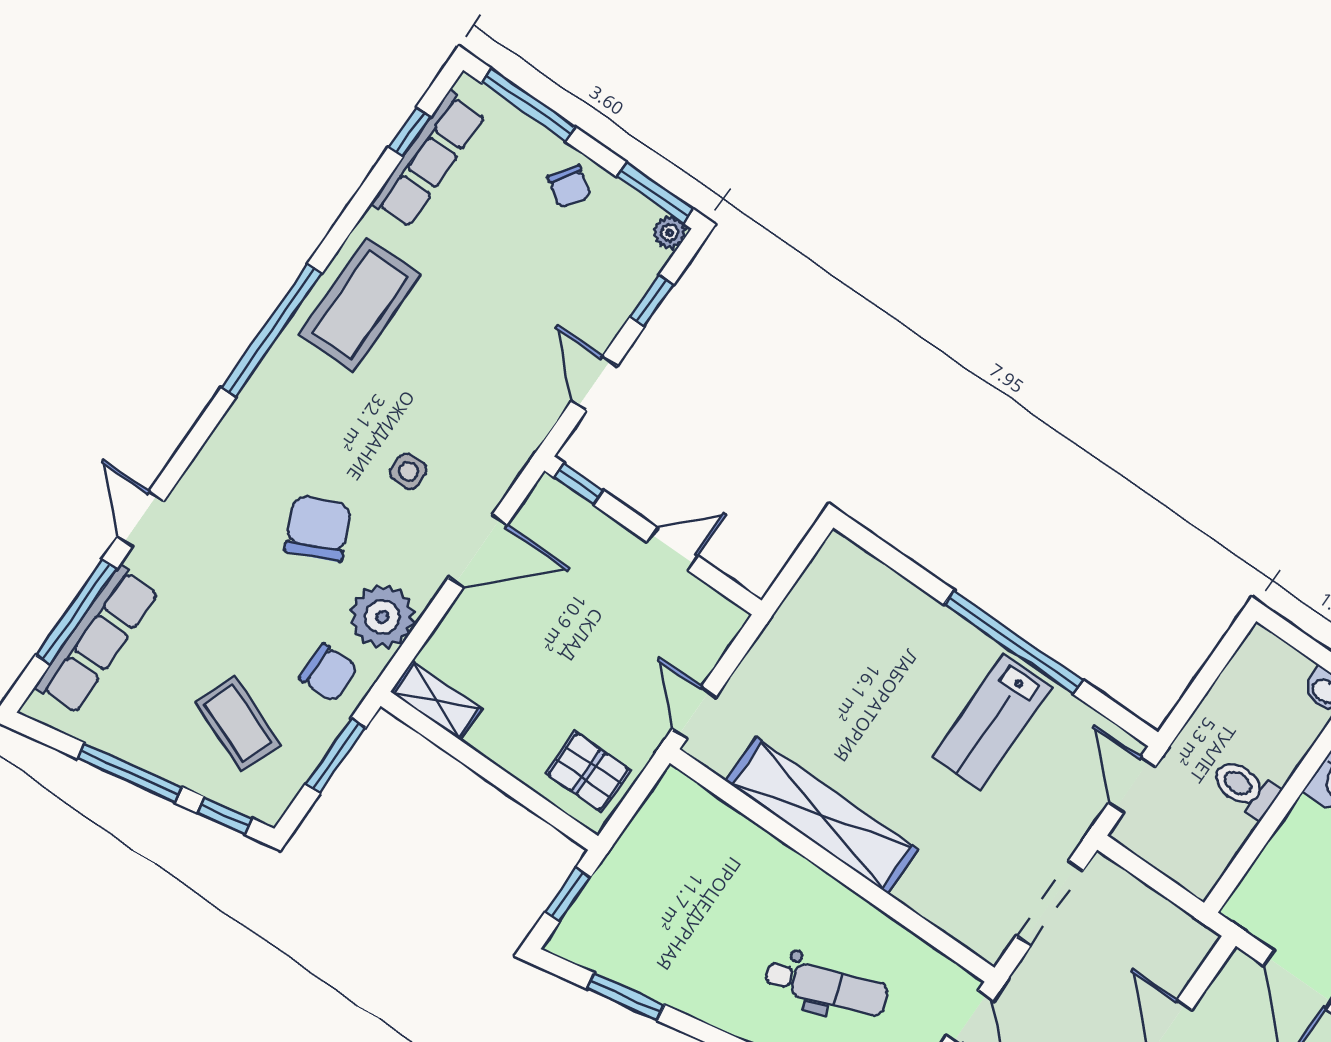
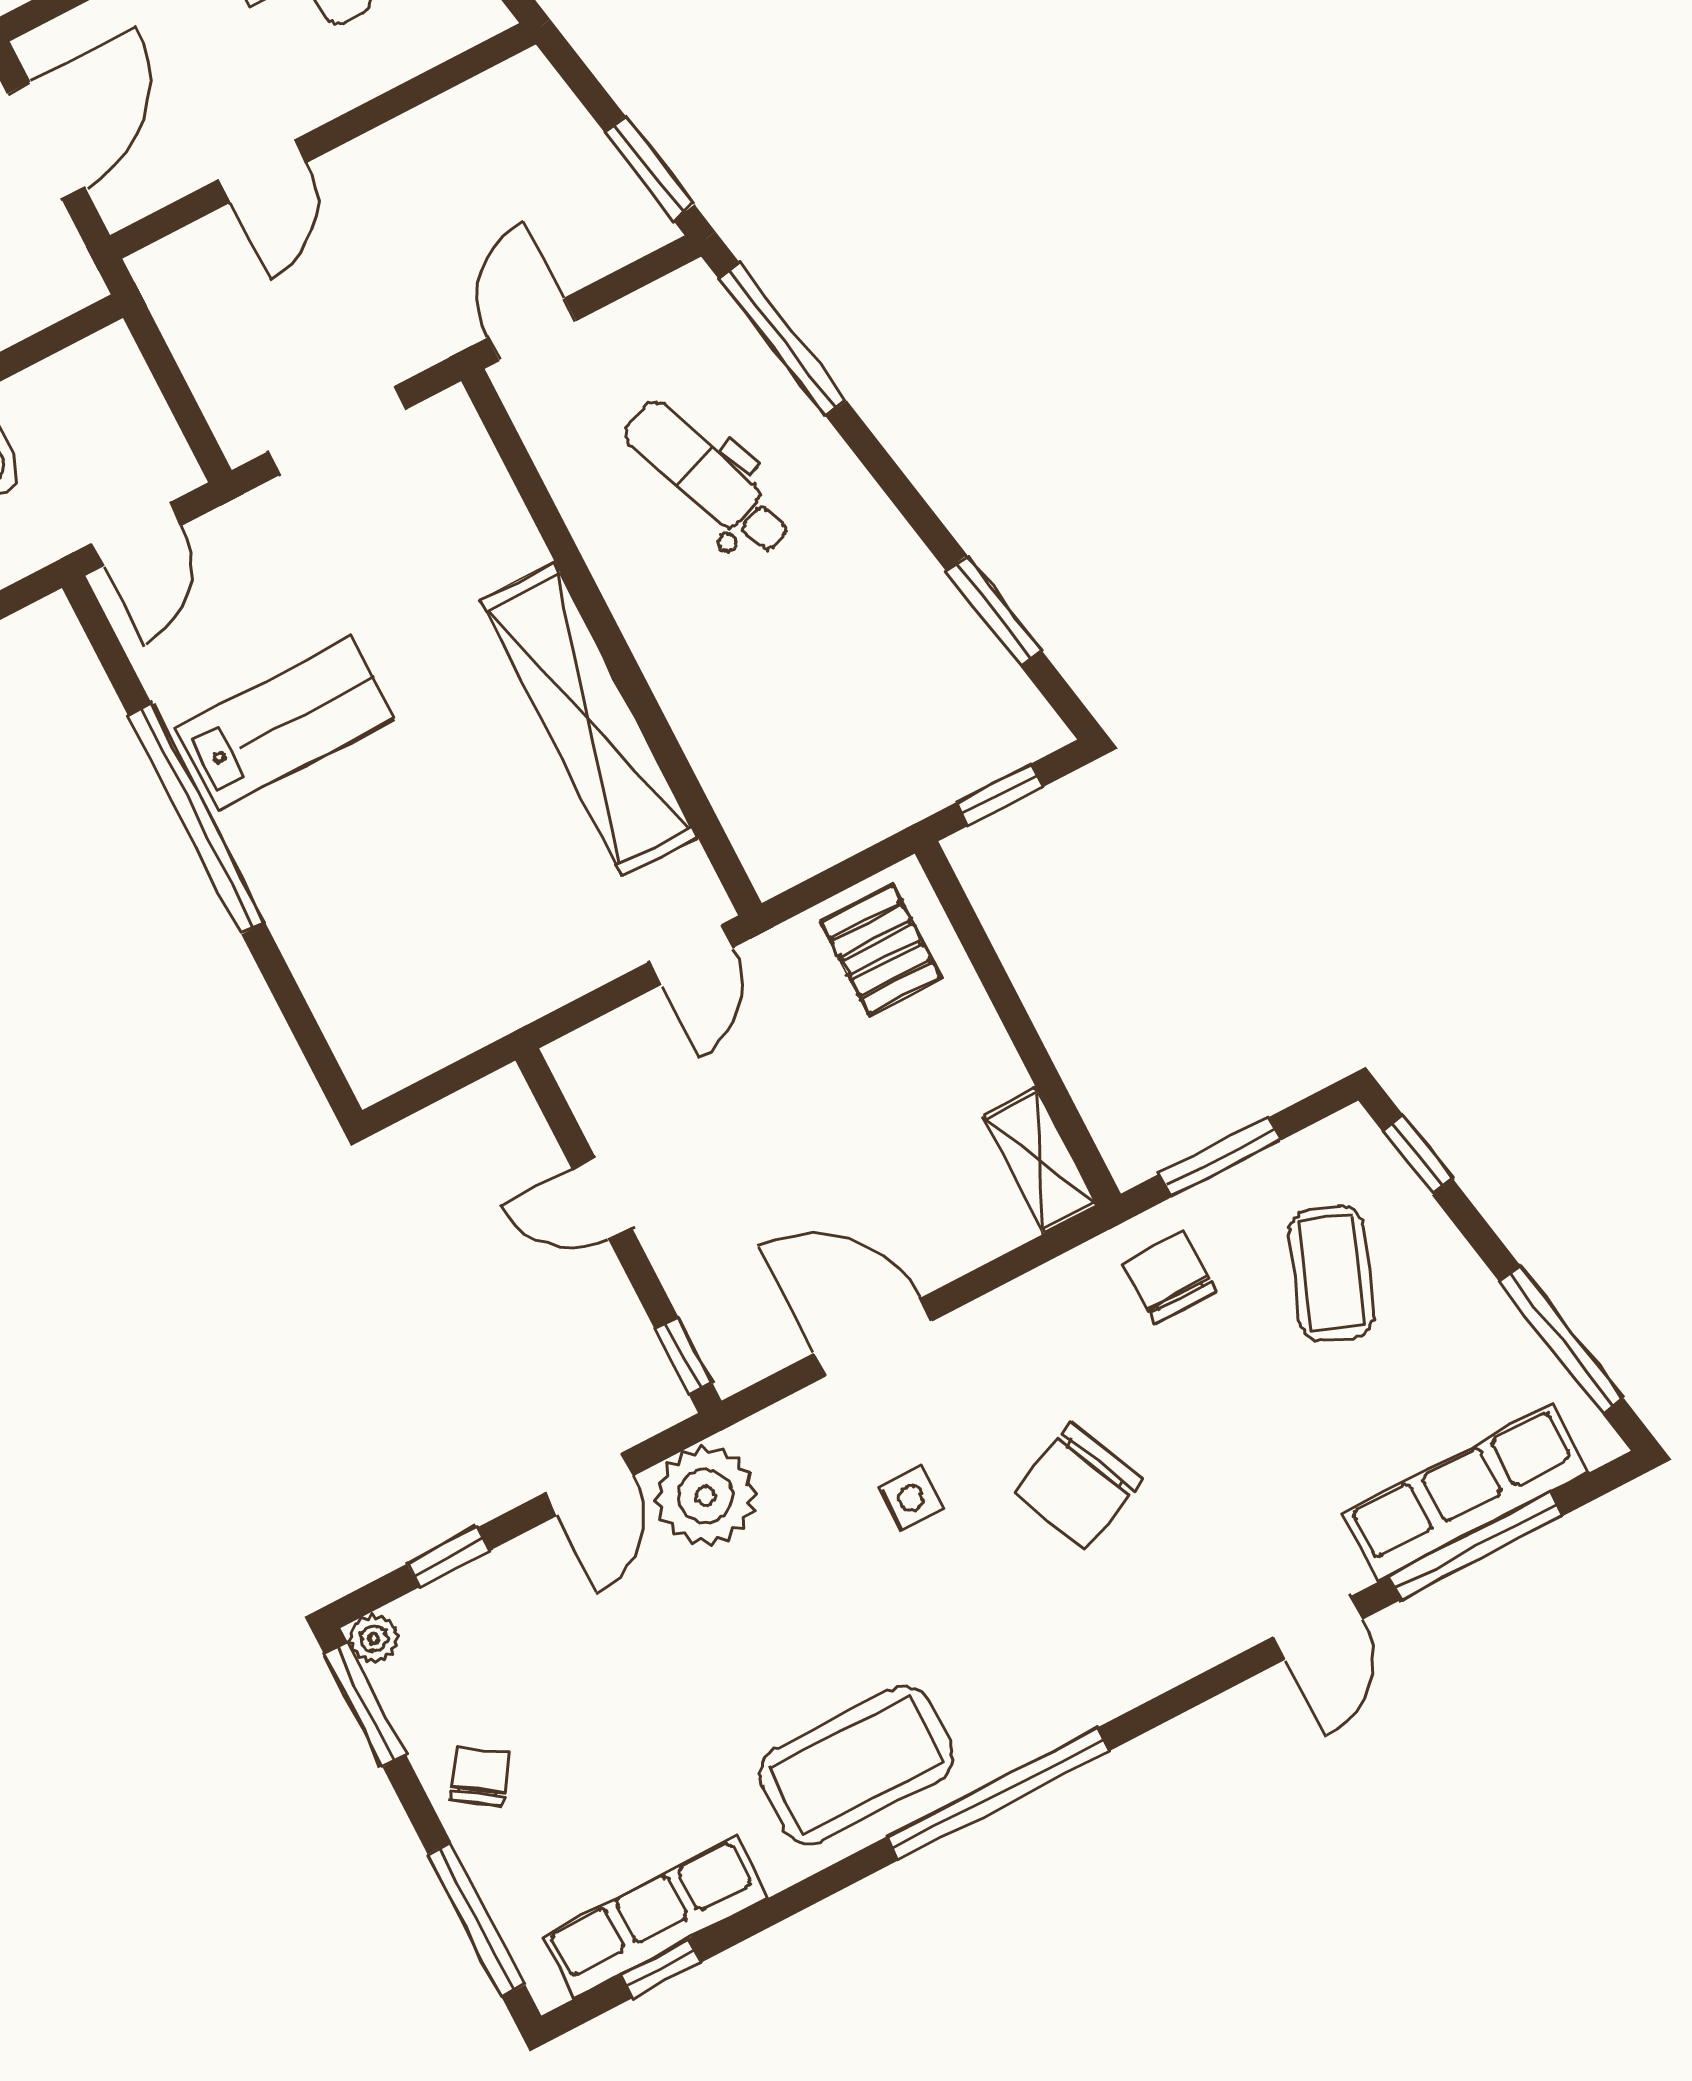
plant: (382, 617) -> (706, 1496), moved
window: (130, 773) -> (1562, 1340), moved

